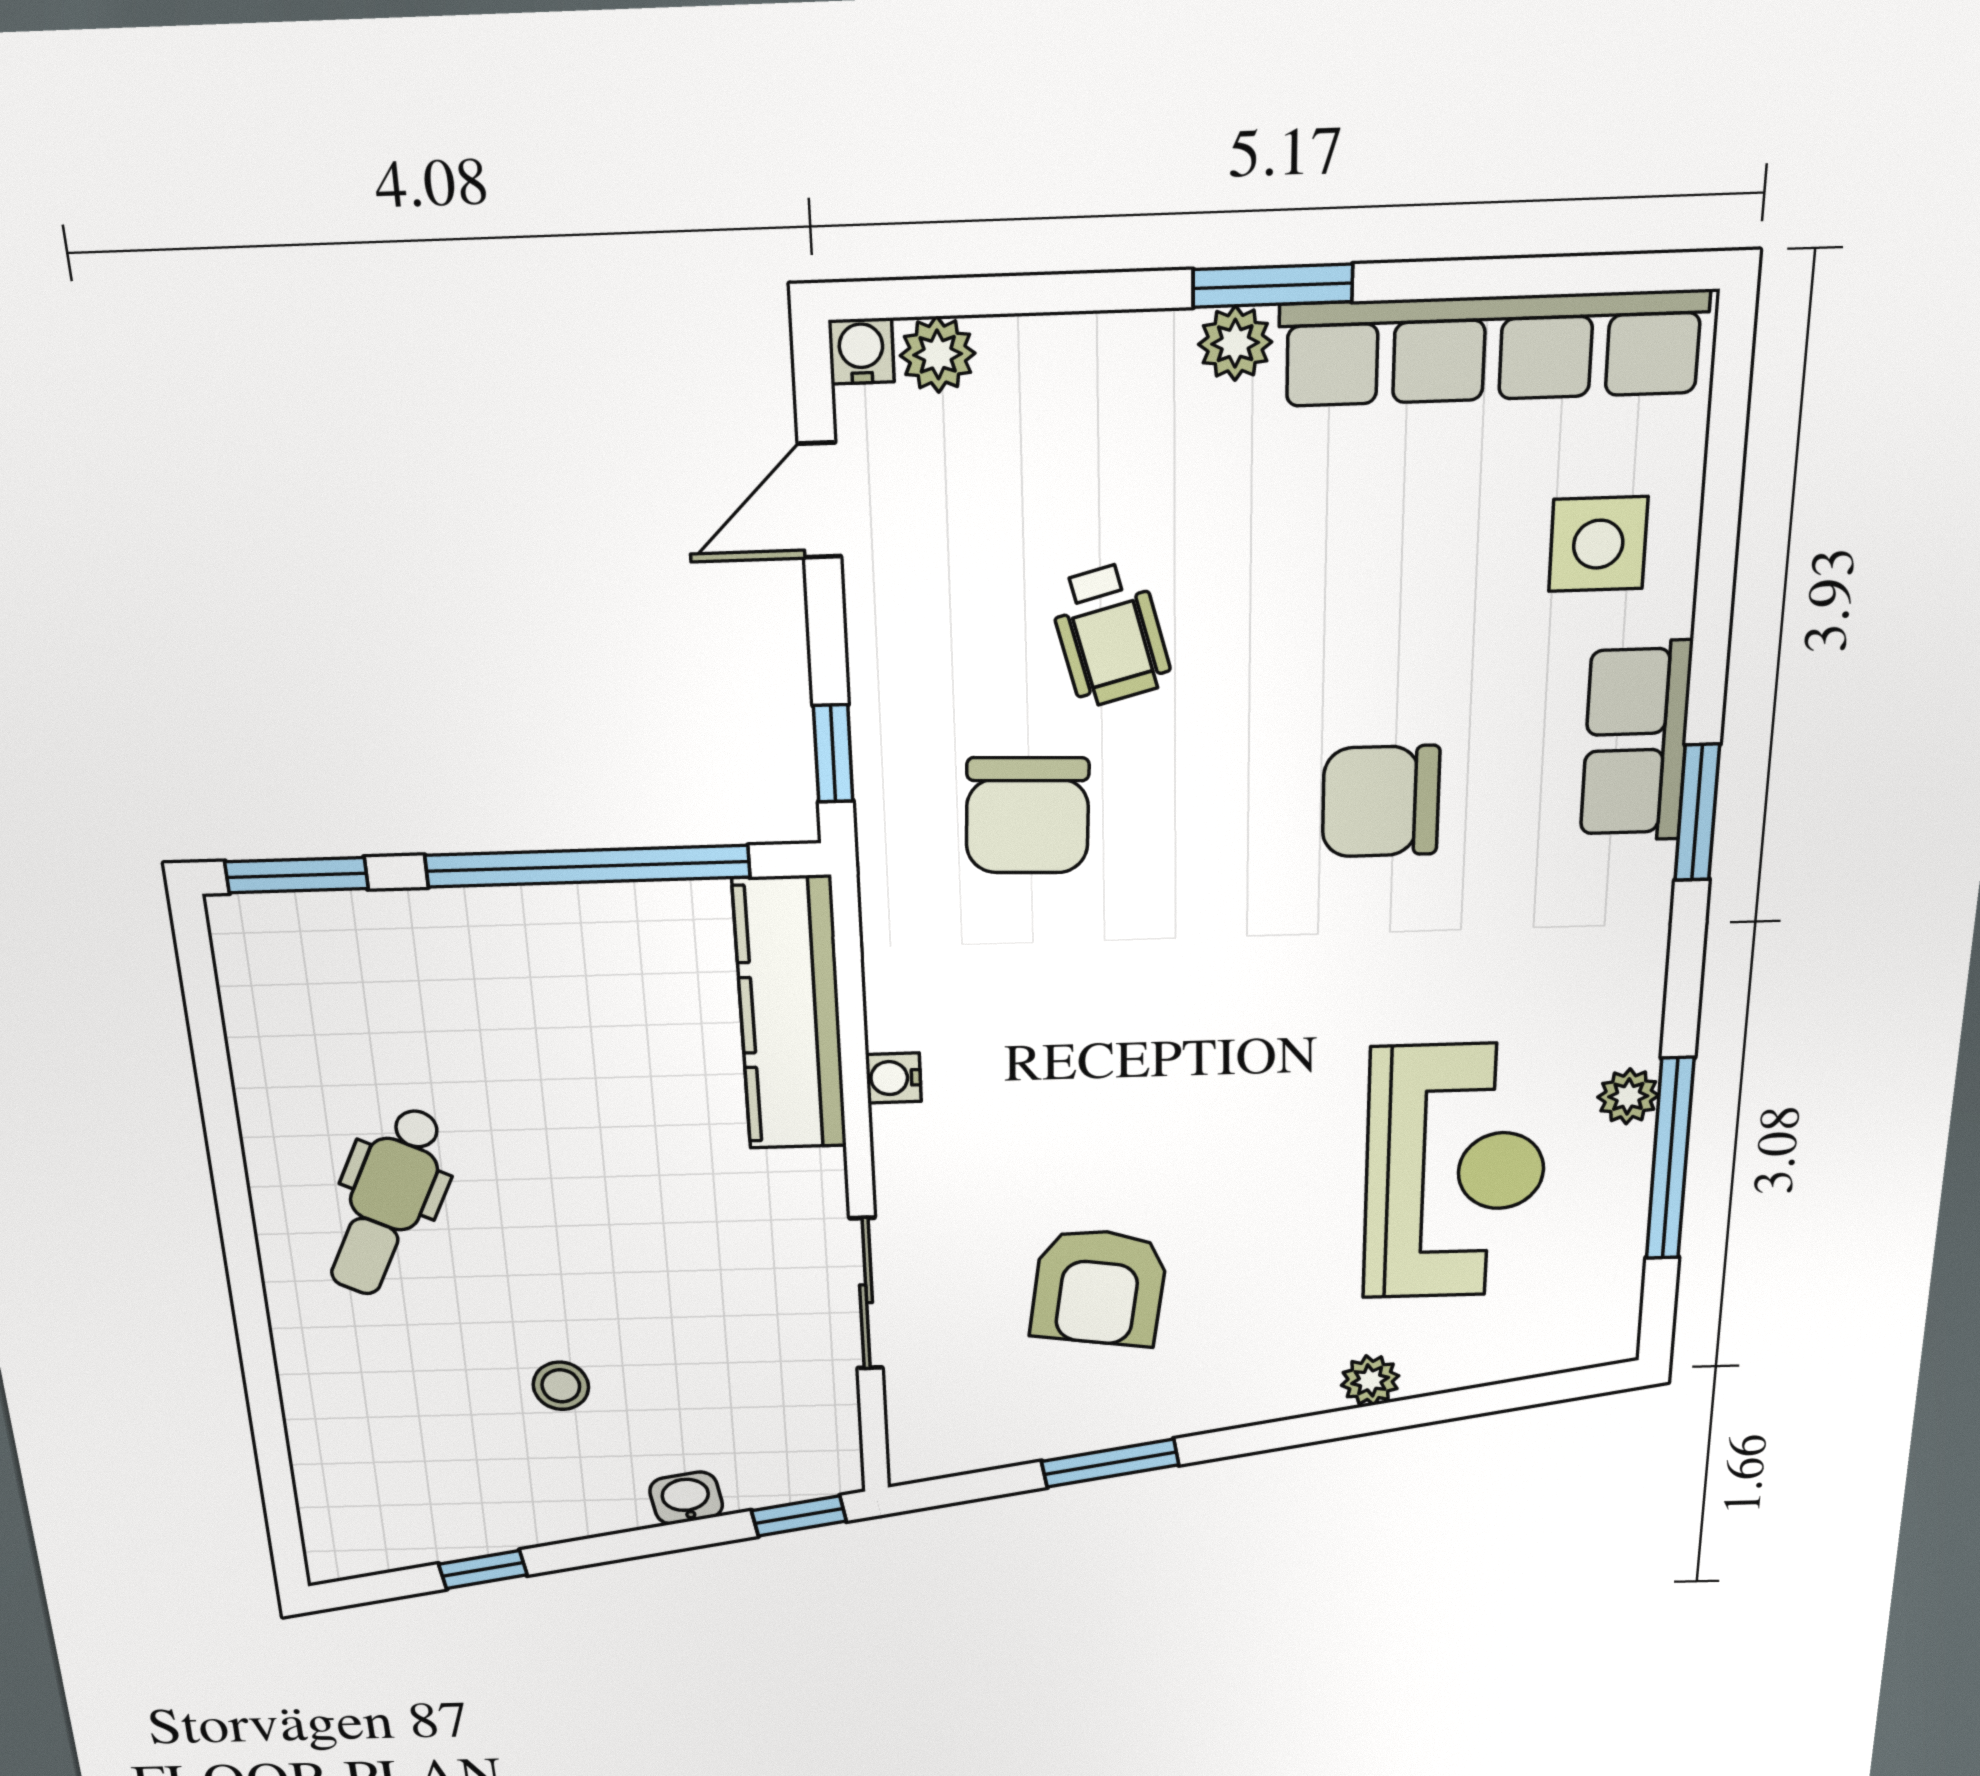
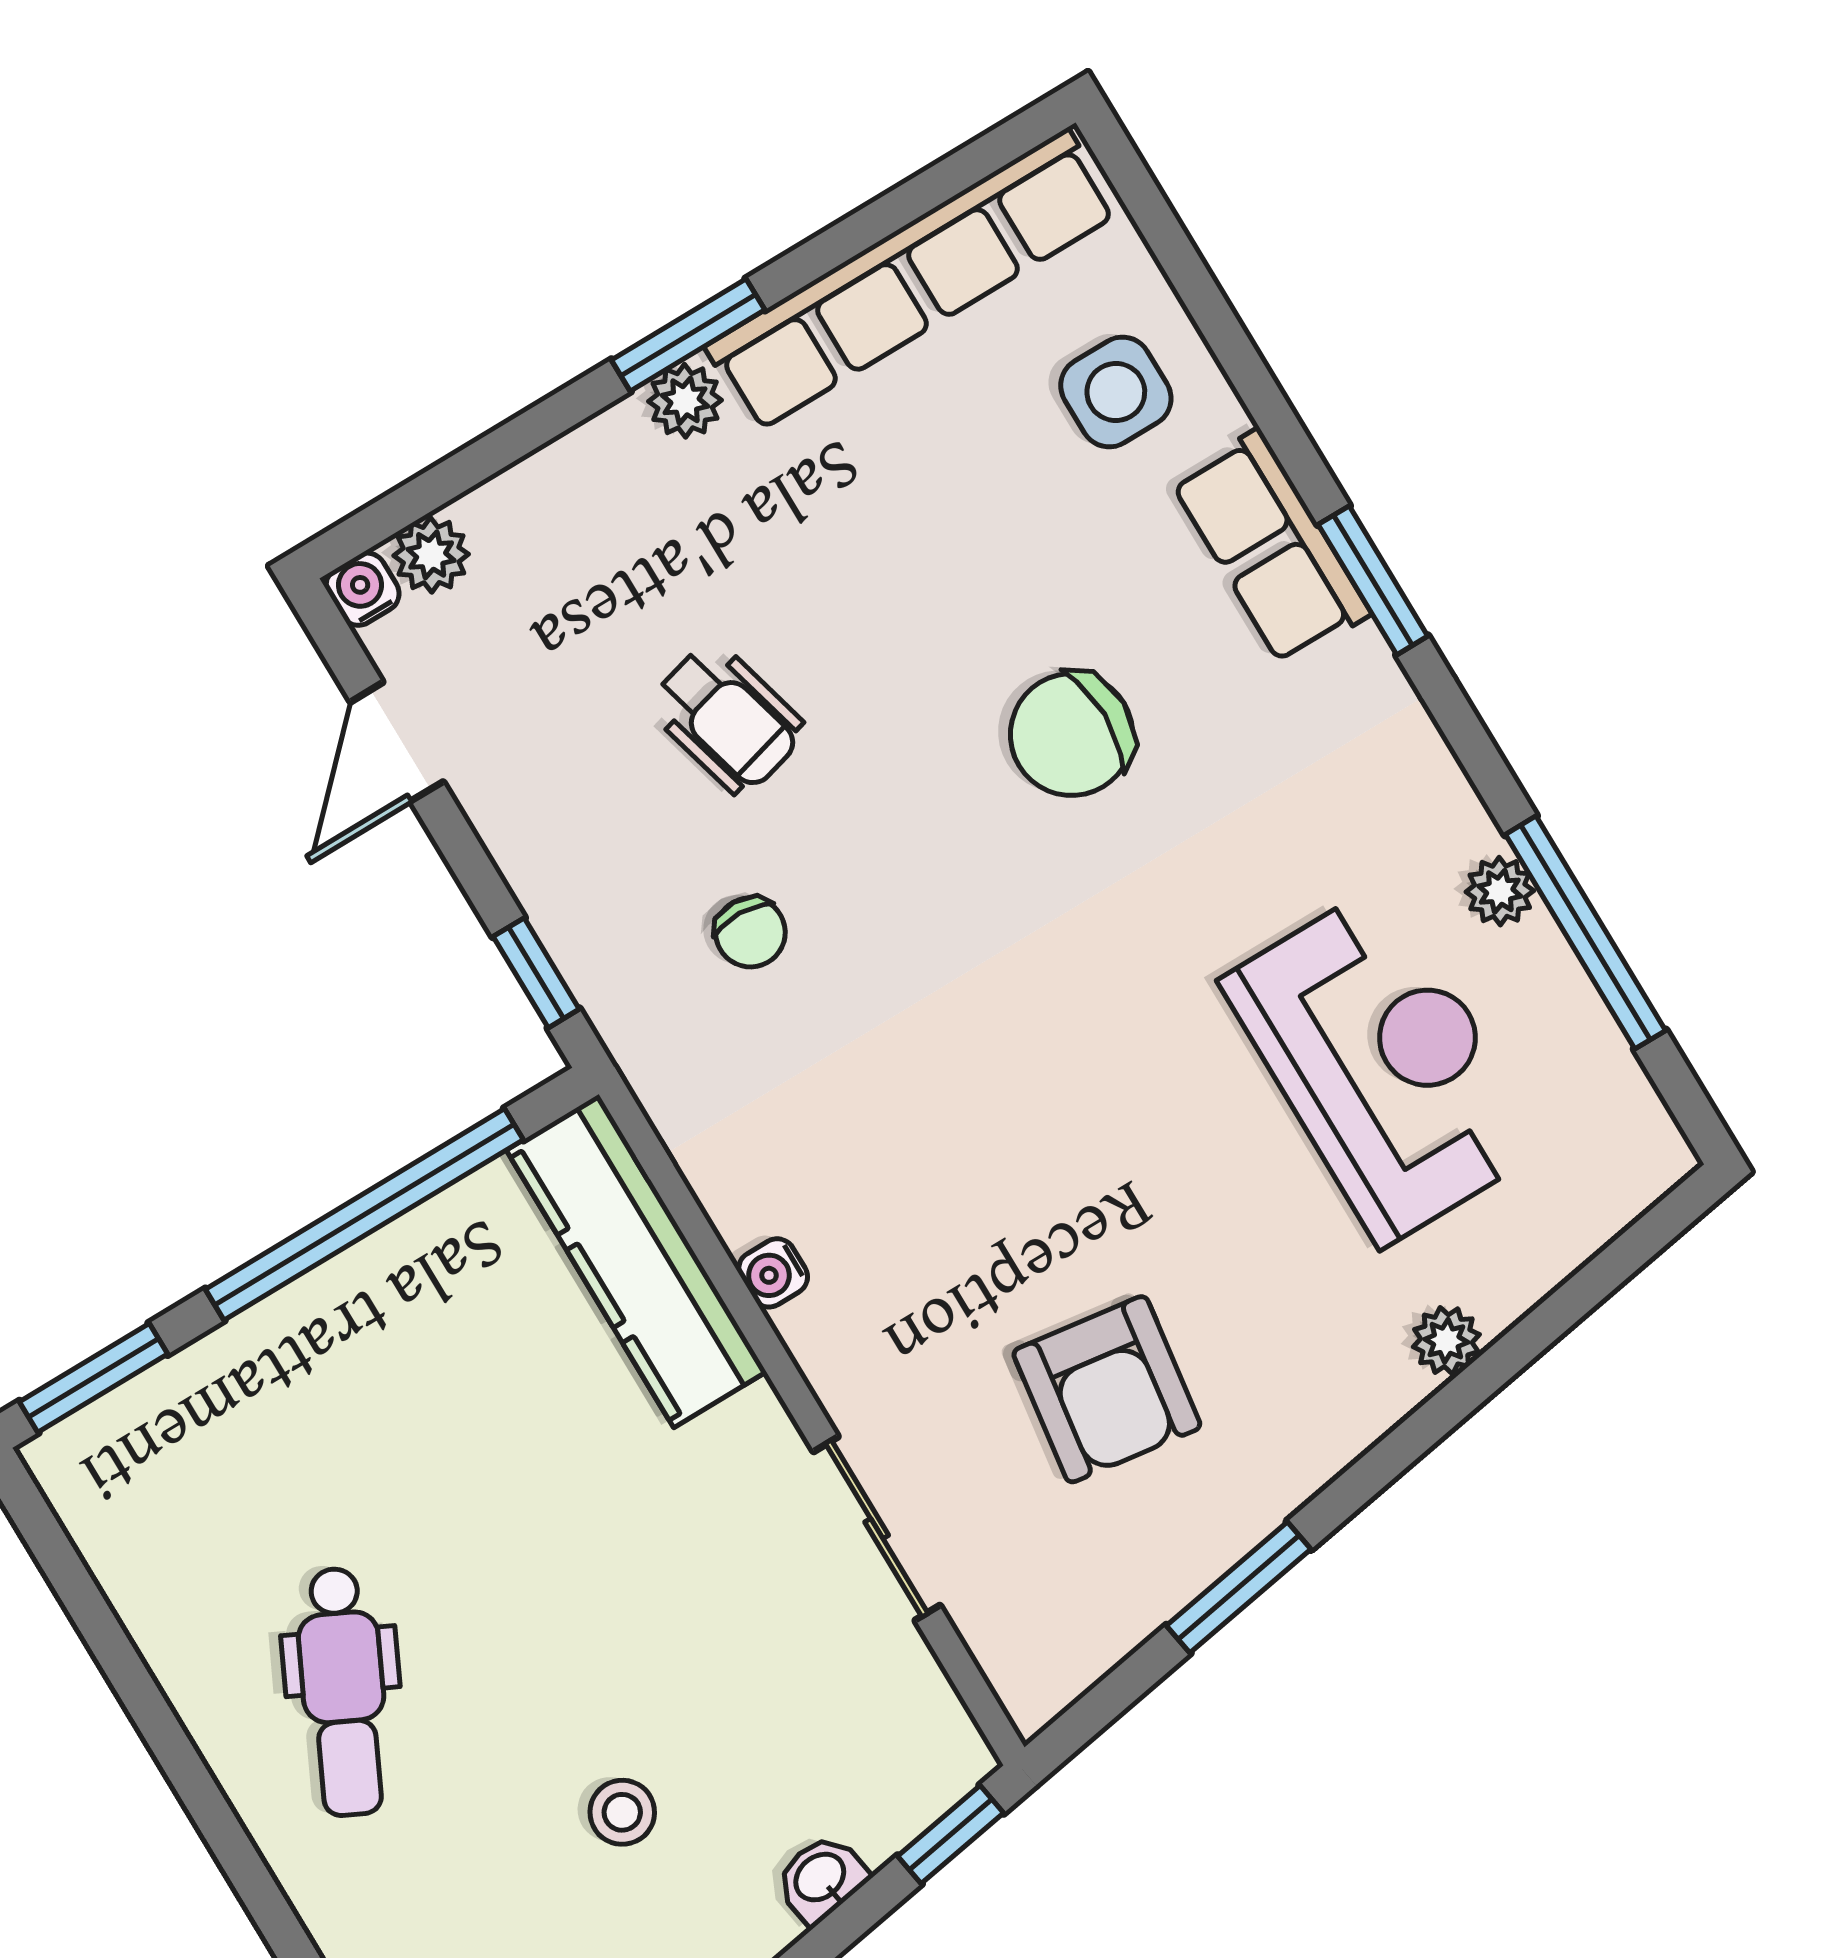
chair: (1027, 816) -> (750, 932), width x0.54, depth x0.54

